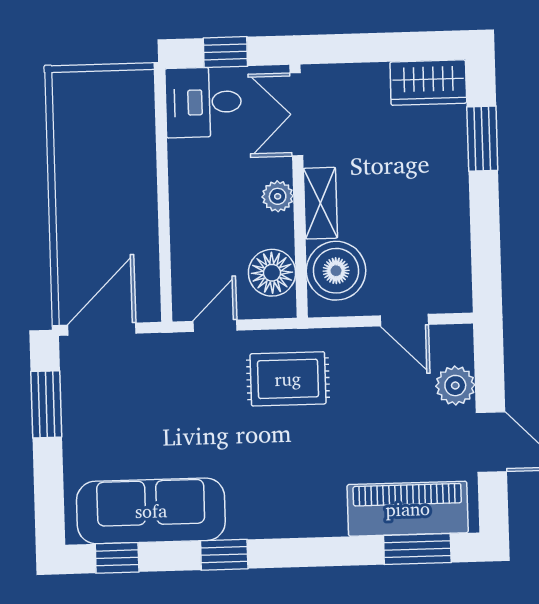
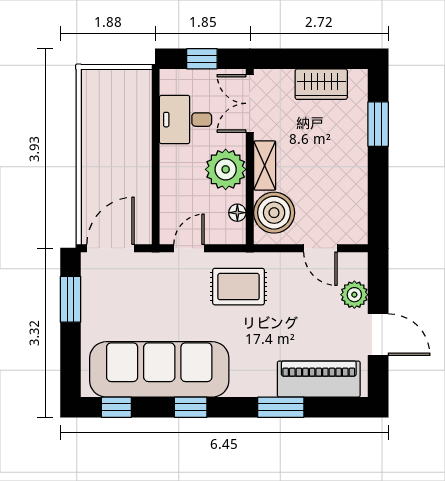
wardrobe: (428, 83) -> (321, 84), moved
desk: (203, 102) -> (186, 120), moved
plant: (278, 196) -> (226, 169), width x1.87, depth x1.87
floor lamp: (272, 273) -> (237, 213), width x0.53, depth x0.53
sofa: (151, 511) -> (159, 369), width x1.36, depth x1.27
window: (417, 549) -> (281, 407), moved

